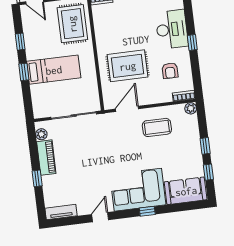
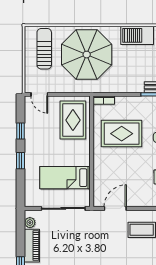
rug: (128, 66) -> (122, 134), moved
bed: (54, 70) -> (65, 178), moved, turned 180

